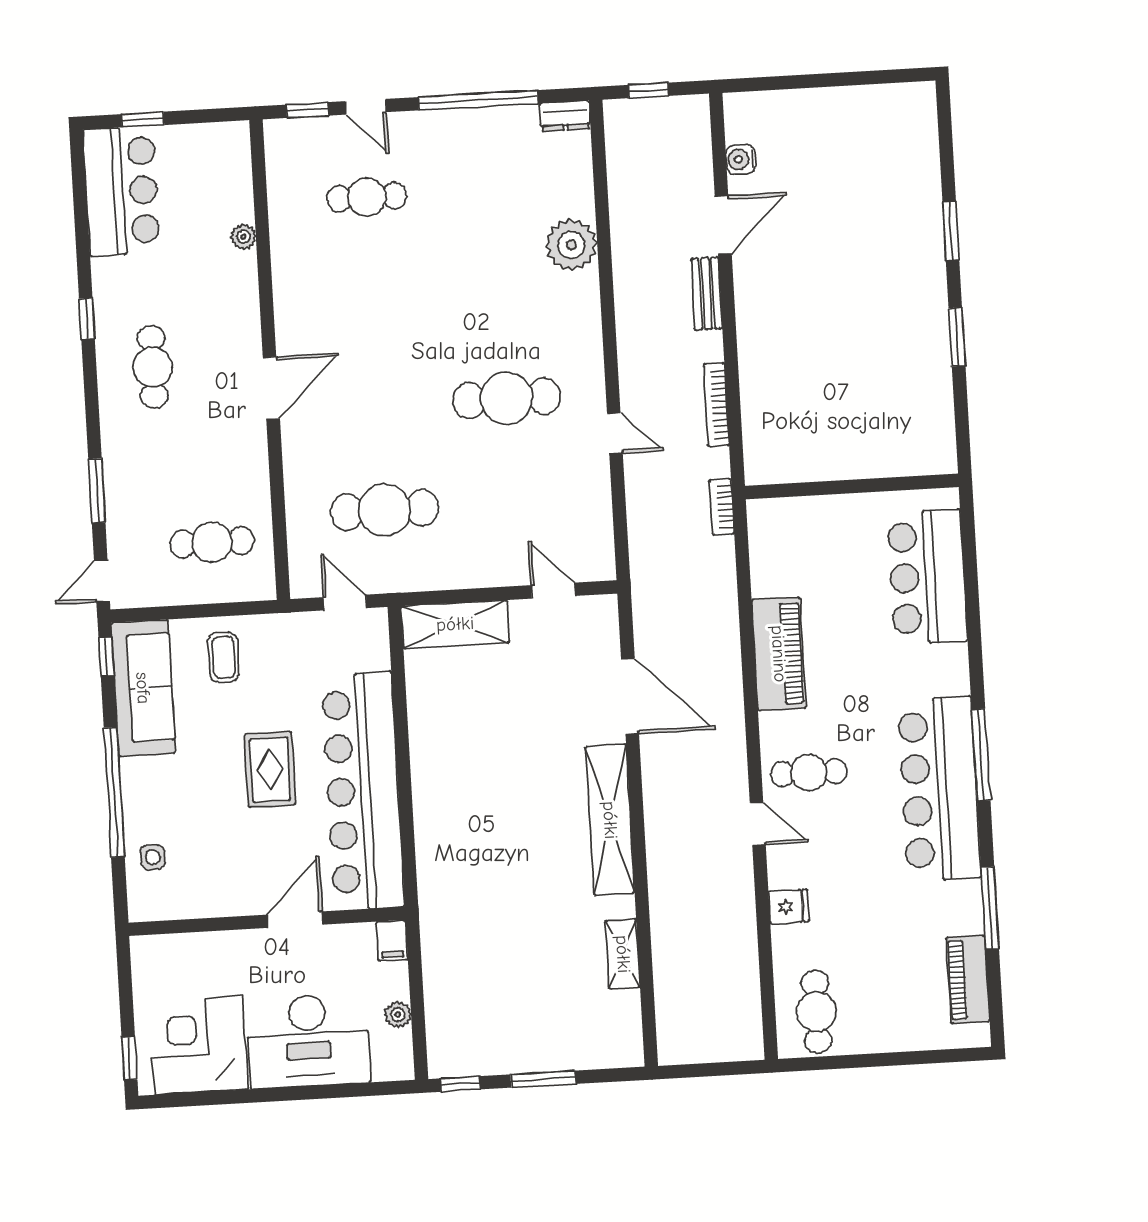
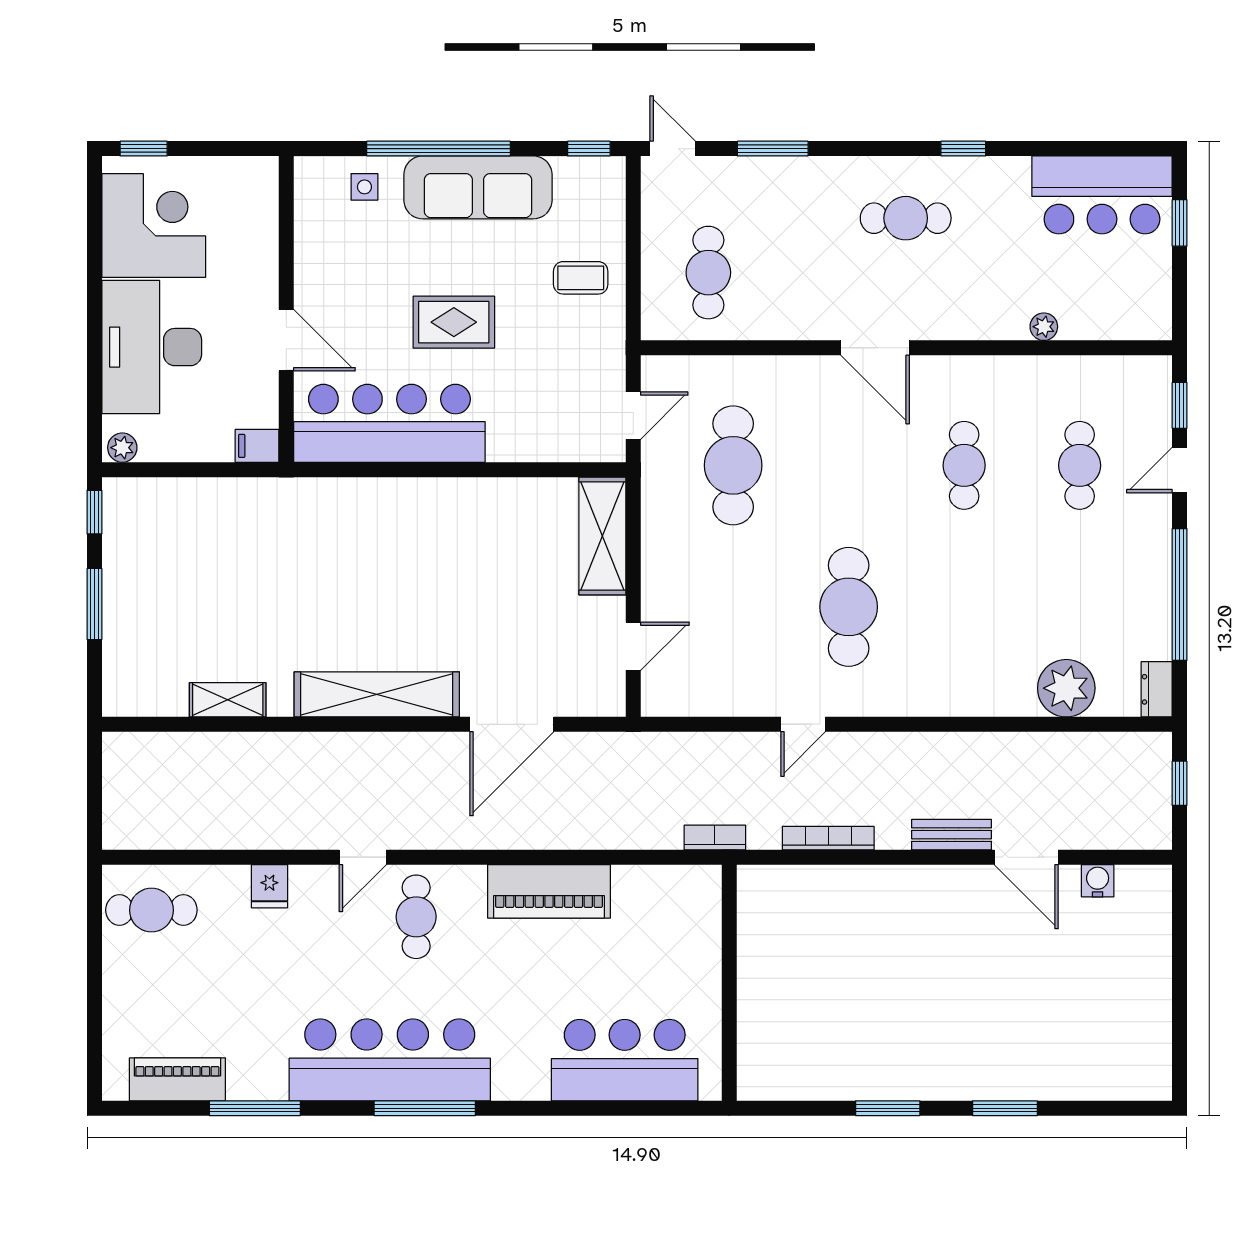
plant: (571, 245) -> (1066, 688), moved
cafe table: (373, 301) -> (964, 465), added
sofa: (143, 688) -> (478, 187), moved
bar counter: (363, 791) -> (389, 423), width x0.73
plant: (398, 1015) -> (122, 448), moved

